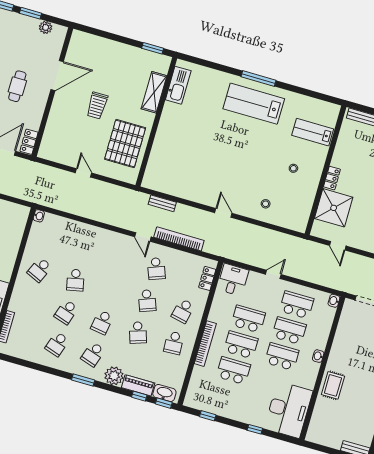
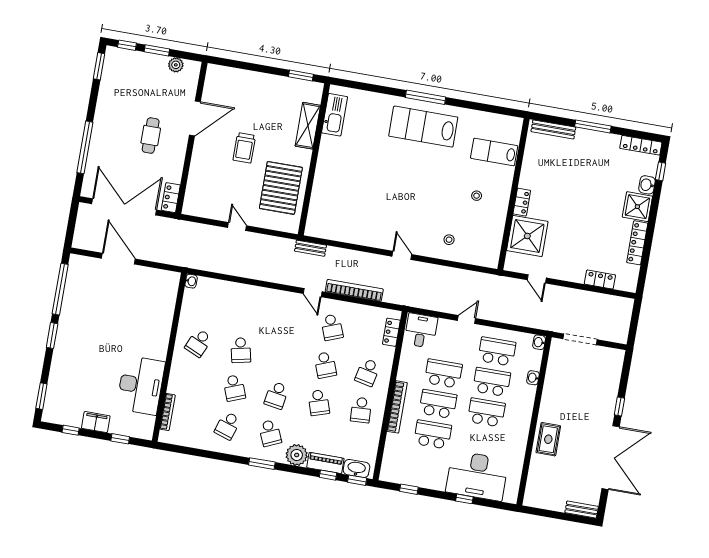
bench: (162, 203) -> (311, 248), moved
school desk: (66, 312) -> (234, 388), turned -39
school desk: (93, 354) -> (270, 433), turned -42
washbasin: (318, 356) -> (533, 378), moved
desk: (288, 410) -> (477, 476), moved, turned 90

